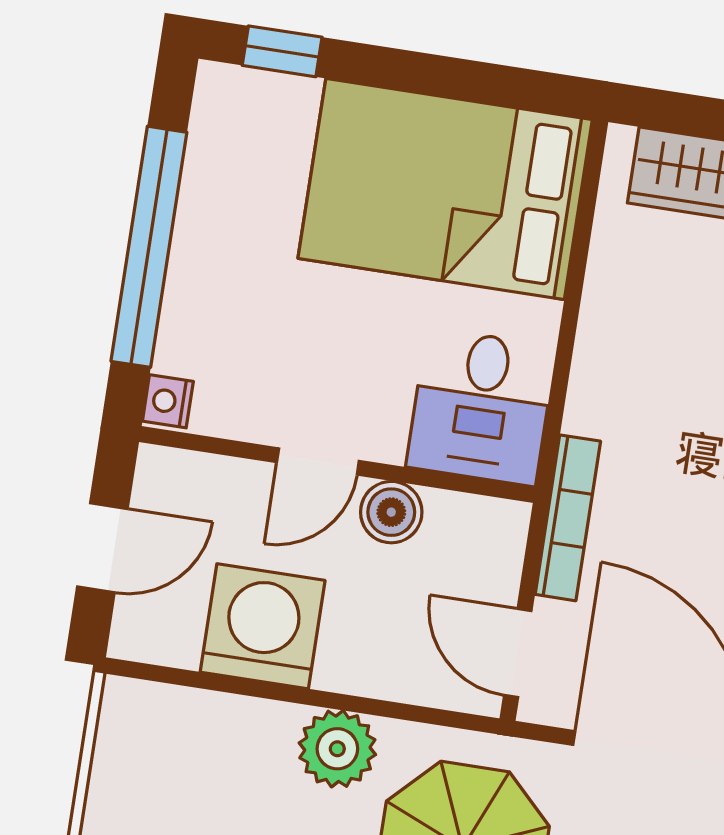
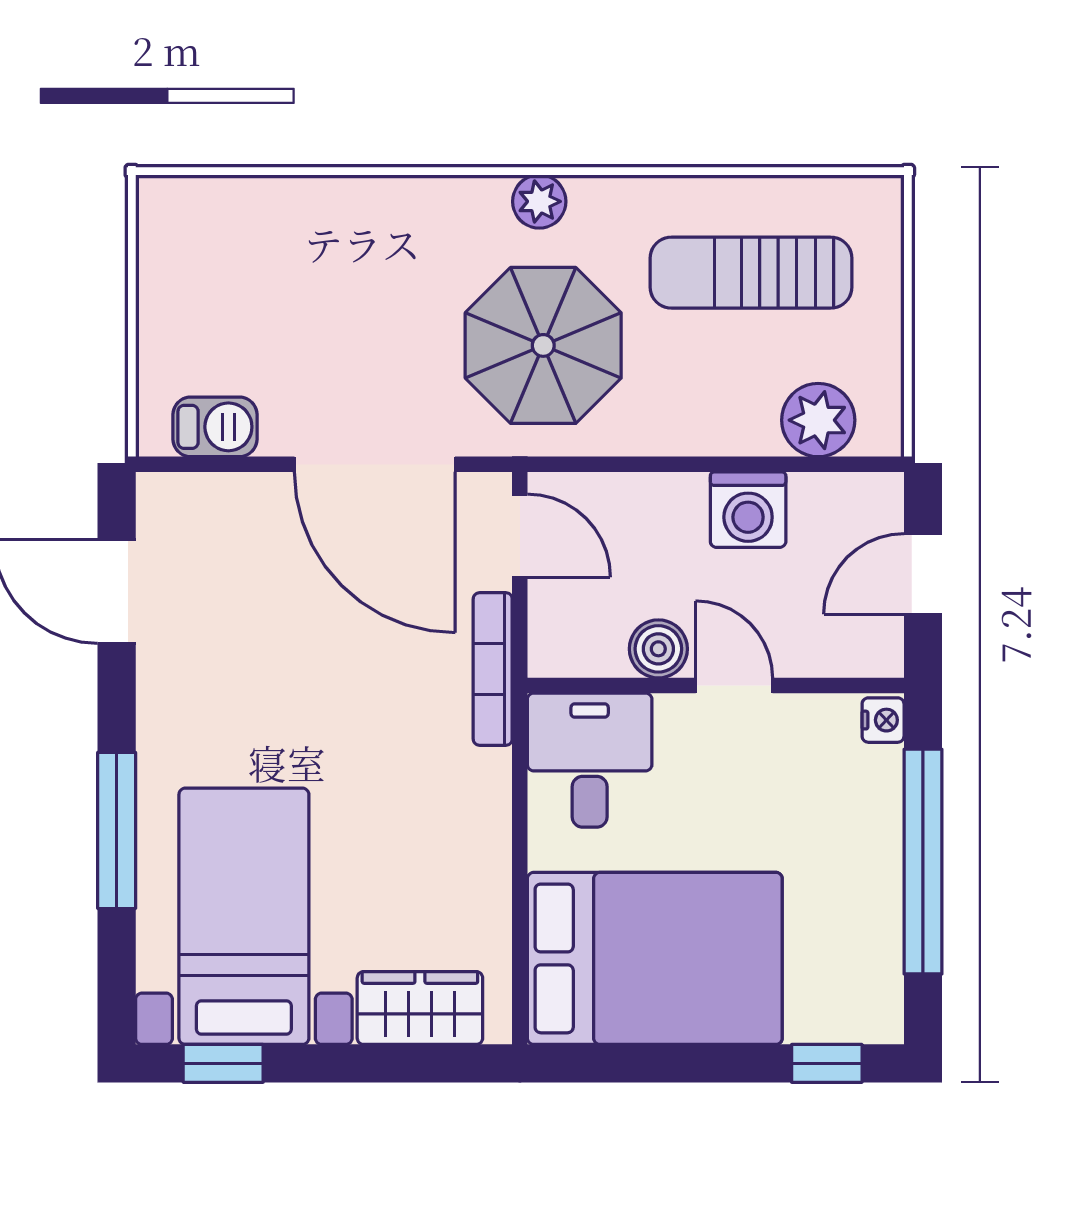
door: (318, 462) -> (734, 685), hinge flipped
washing machine: (263, 626) -> (748, 510), width x0.73, depth x0.73
plant: (337, 749) -> (818, 420), moved

